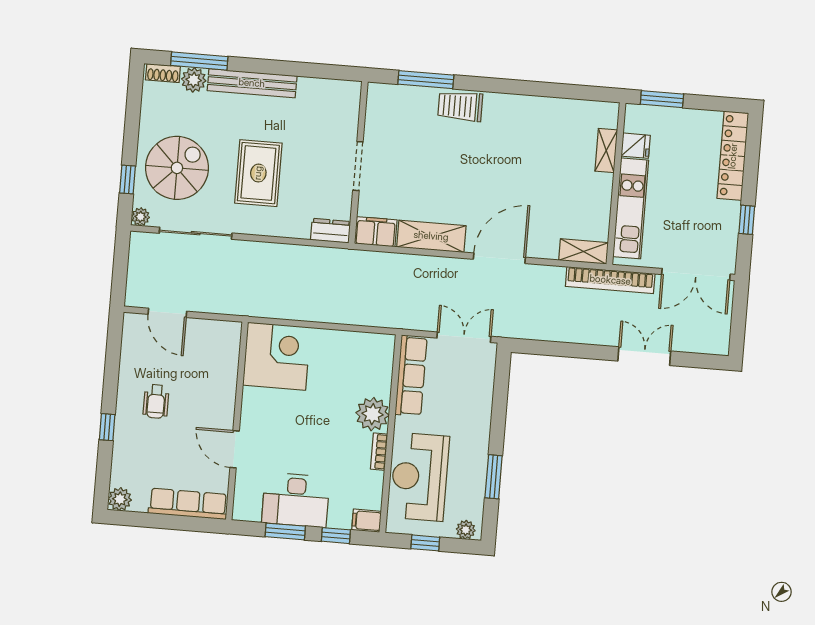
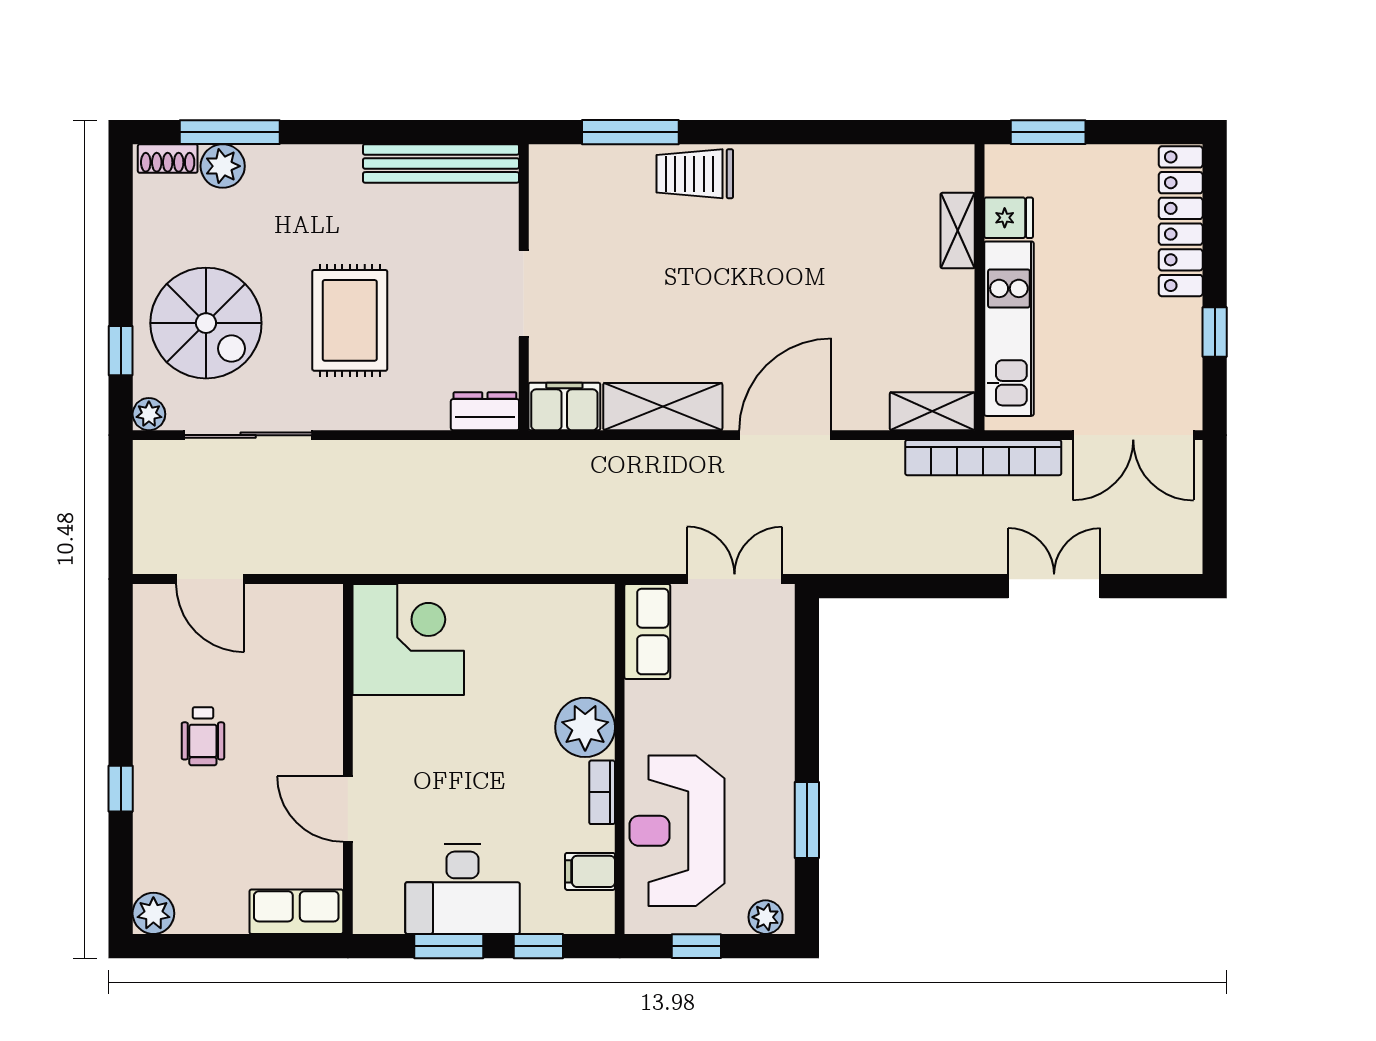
bench: (252, 83) -> (441, 163), moved
spiral stairs: (177, 168) -> (206, 323), turned 90
row of seats: (411, 376) -> (647, 632), width x0.68
row of seats: (188, 504) -> (296, 912), width x0.68
filing cabinet: (367, 521) -> (590, 871), moved

